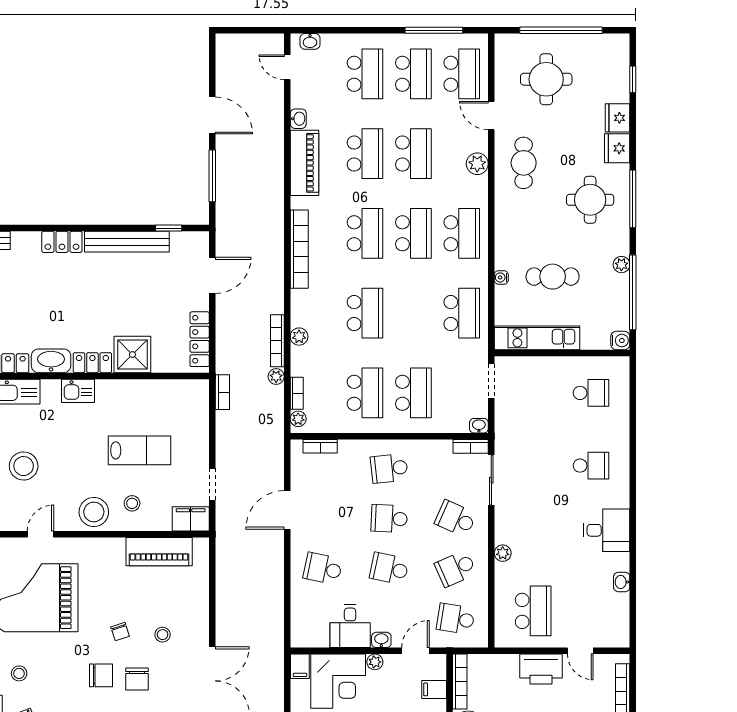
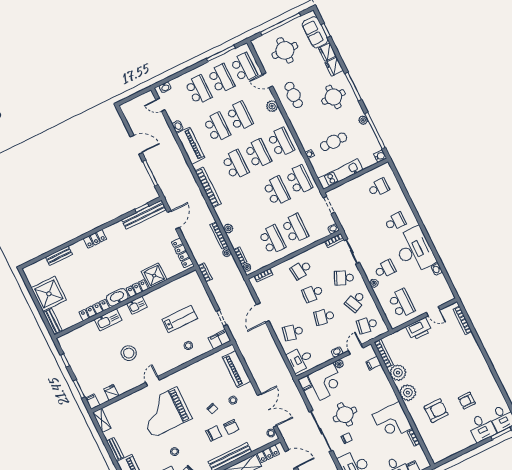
sofa: (613, 73) -> (315, 32), added
bench: (127, 242) -> (144, 215), moved
school desk: (365, 313) -> (277, 191), moved
stool: (94, 512) -> (172, 358), removed
desk: (607, 530) -> (414, 250), width x1.87, depth x1.30
school desk: (533, 538) -> (385, 269), added
piano: (159, 552) -> (237, 369), moved, turned 90
desk: (350, 626) -> (300, 359), moved, turned 90

